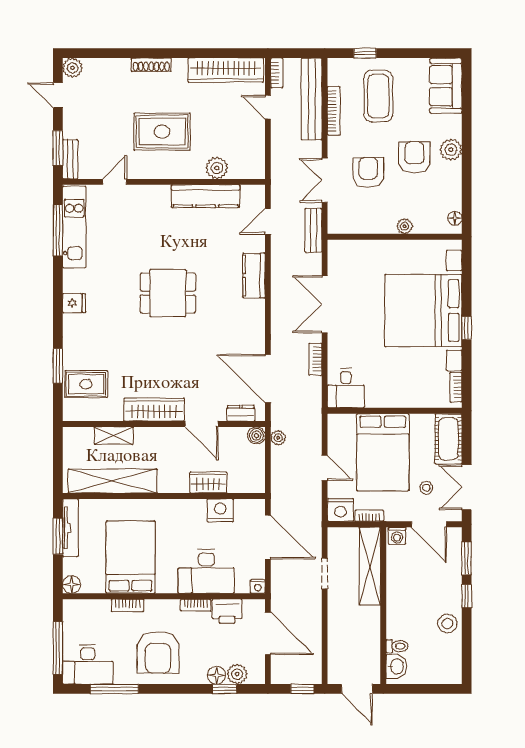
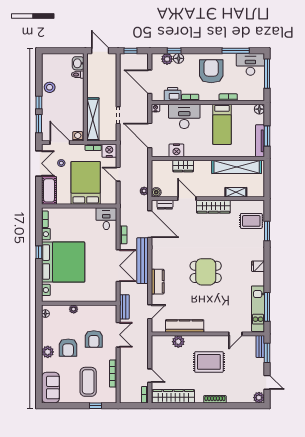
bench: (312, 99) -> (143, 261), moved
bed: (131, 557) -> (222, 124), width x0.67

